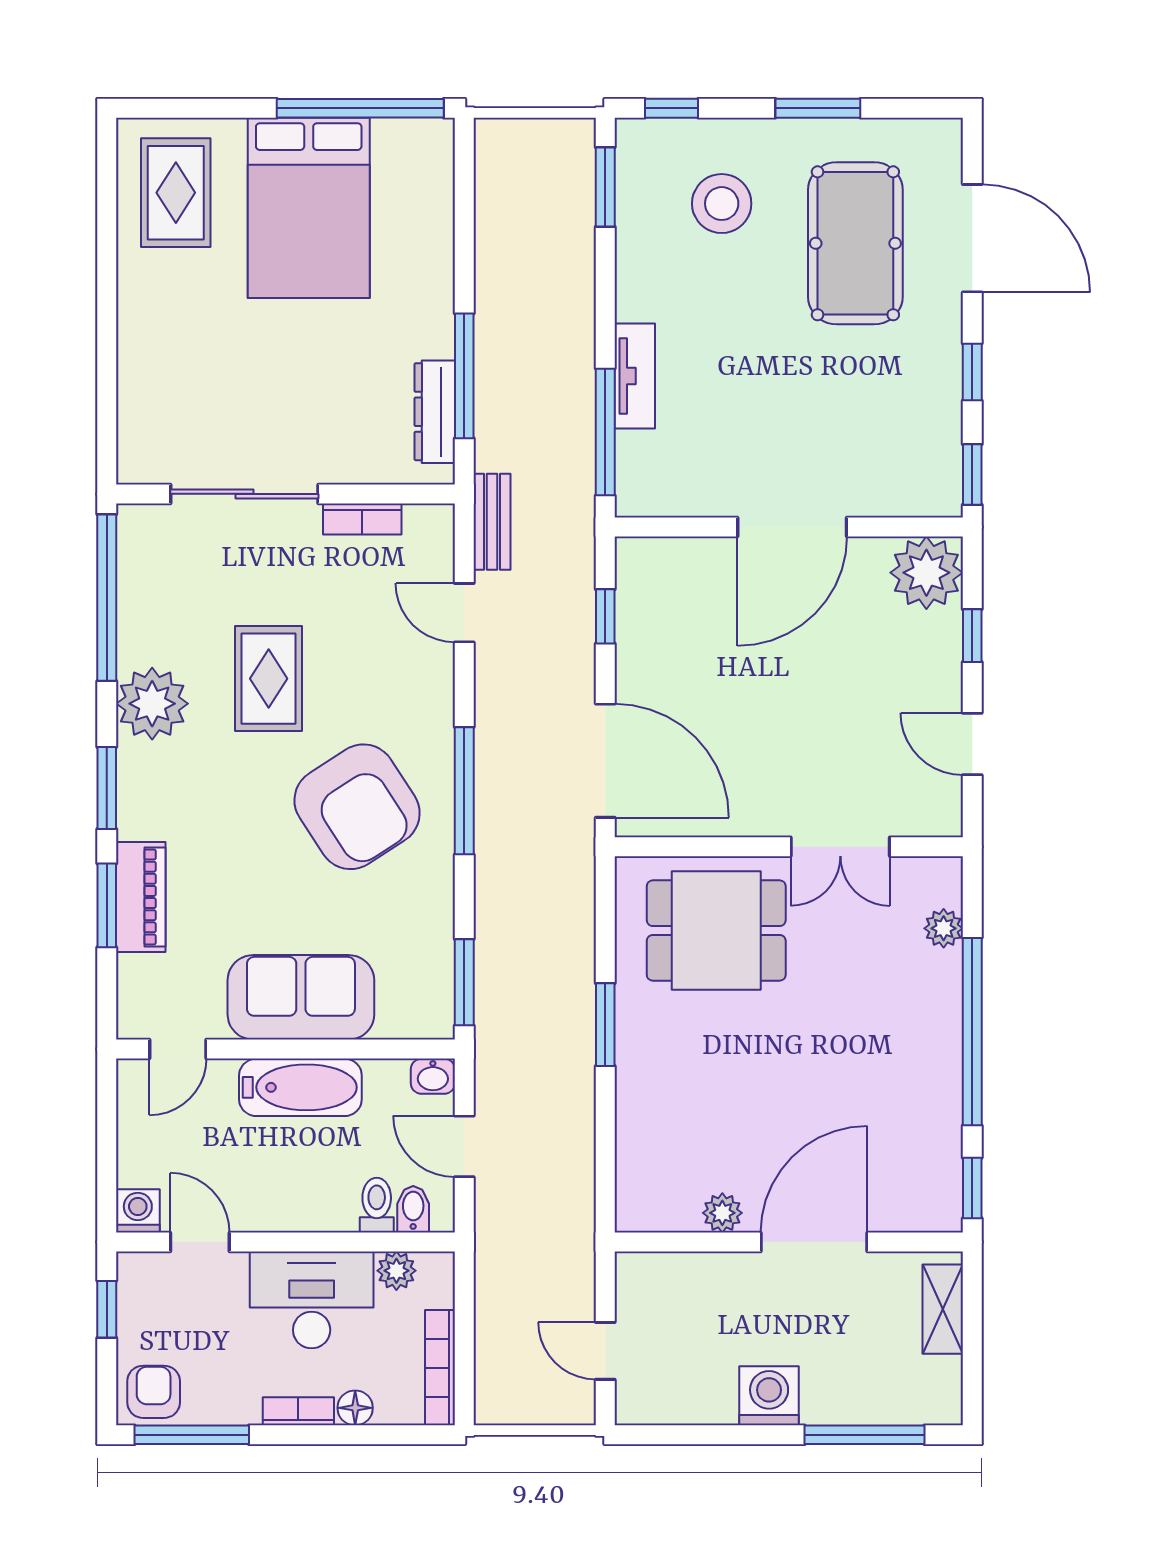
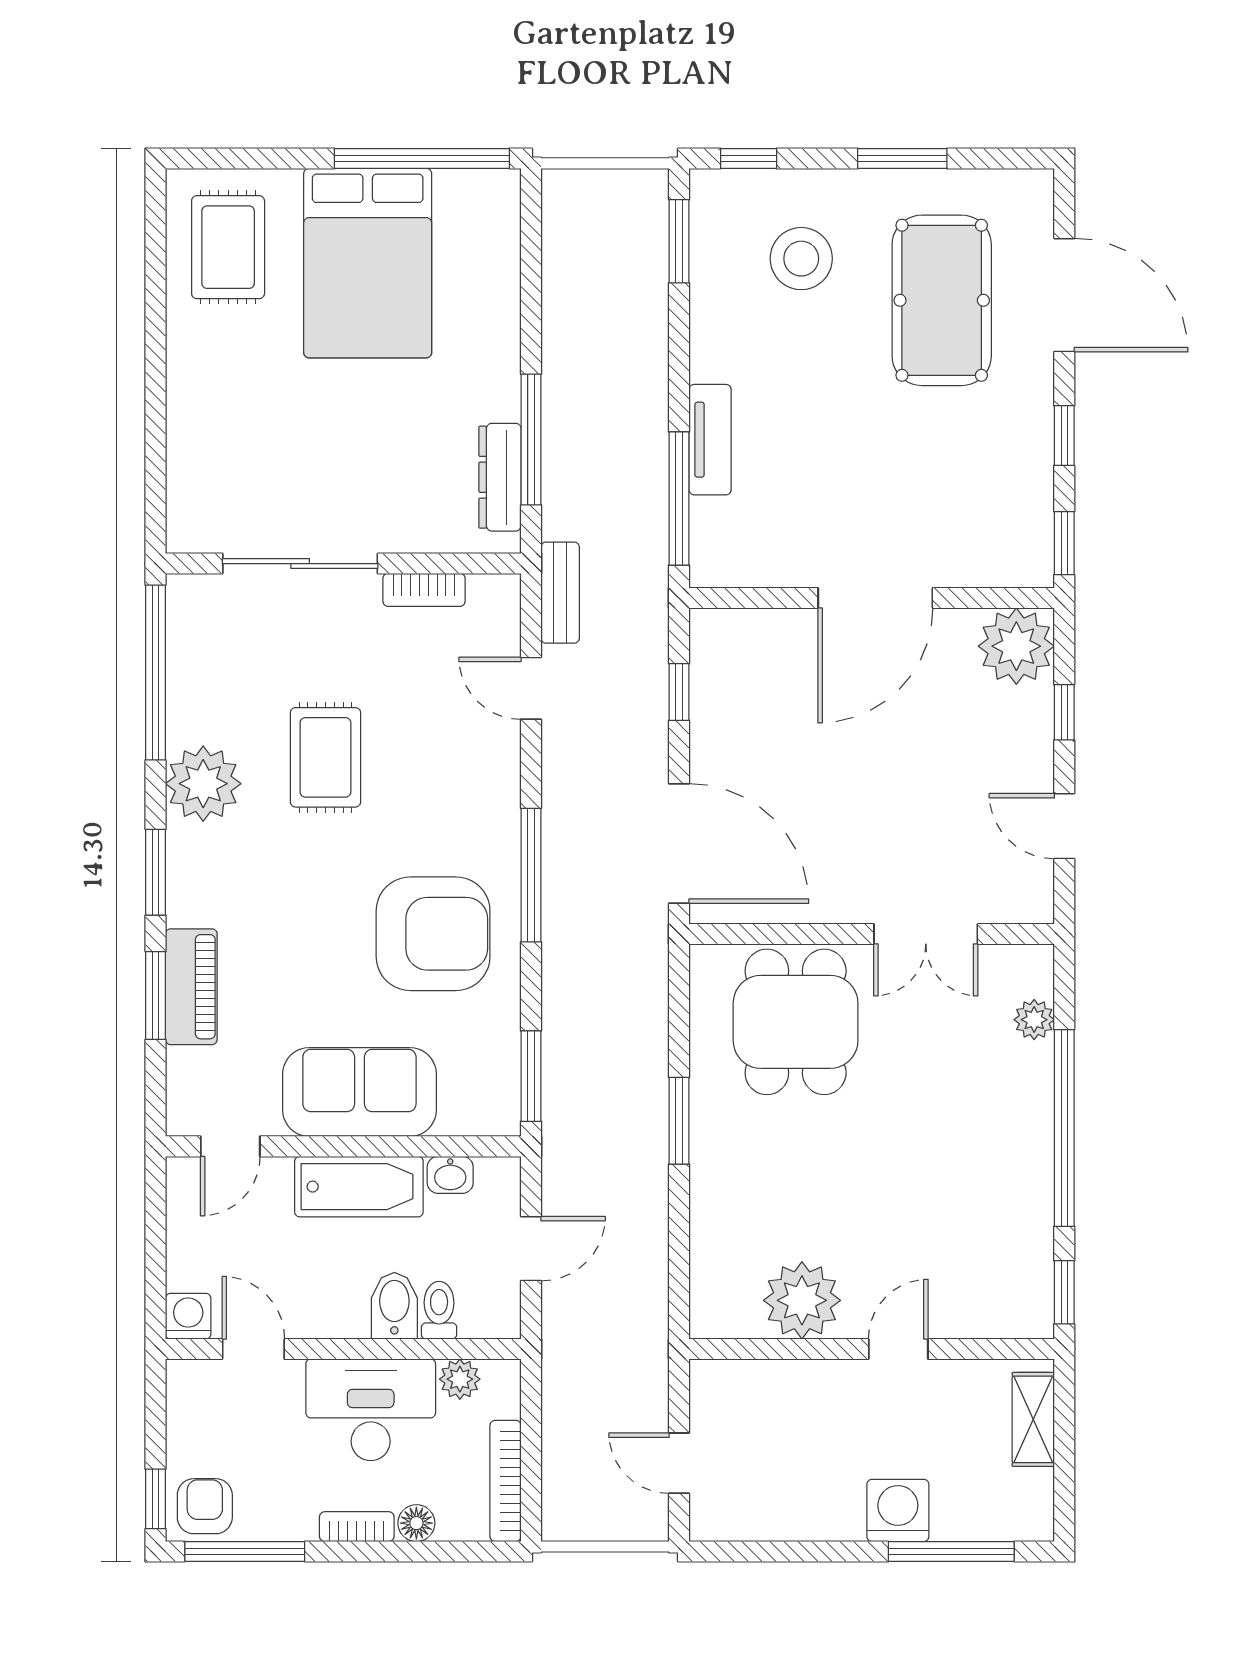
armchair: (357, 807) -> (433, 934), moved, turned -57
dining table: (716, 931) -> (796, 1022), turned 90
washbasin: (433, 1076) -> (450, 1175), moved
door: (464, 1146) -> (531, 1249), swing flipped
bidet: (413, 1209) -> (394, 1306), moved, width x1.38, depth x1.36
plant: (722, 1213) -> (802, 1300), width x1.88, depth x1.88
door: (814, 1242) -> (898, 1349), width x0.53
window: (107, 1309) -> (156, 1499), moved
washing machine: (769, 1396) -> (898, 1510), moved

